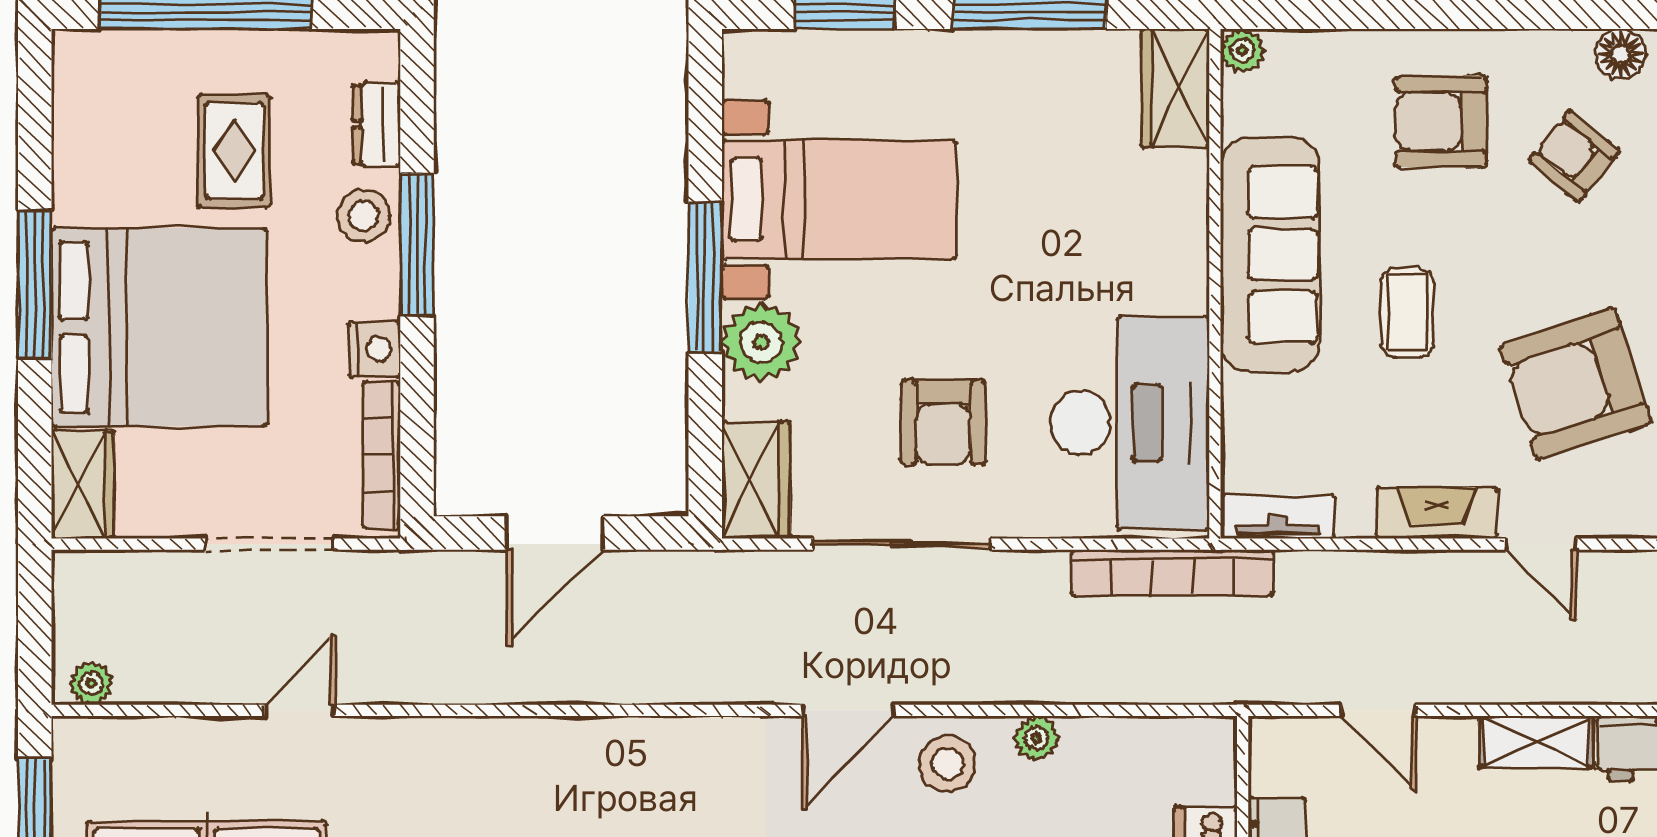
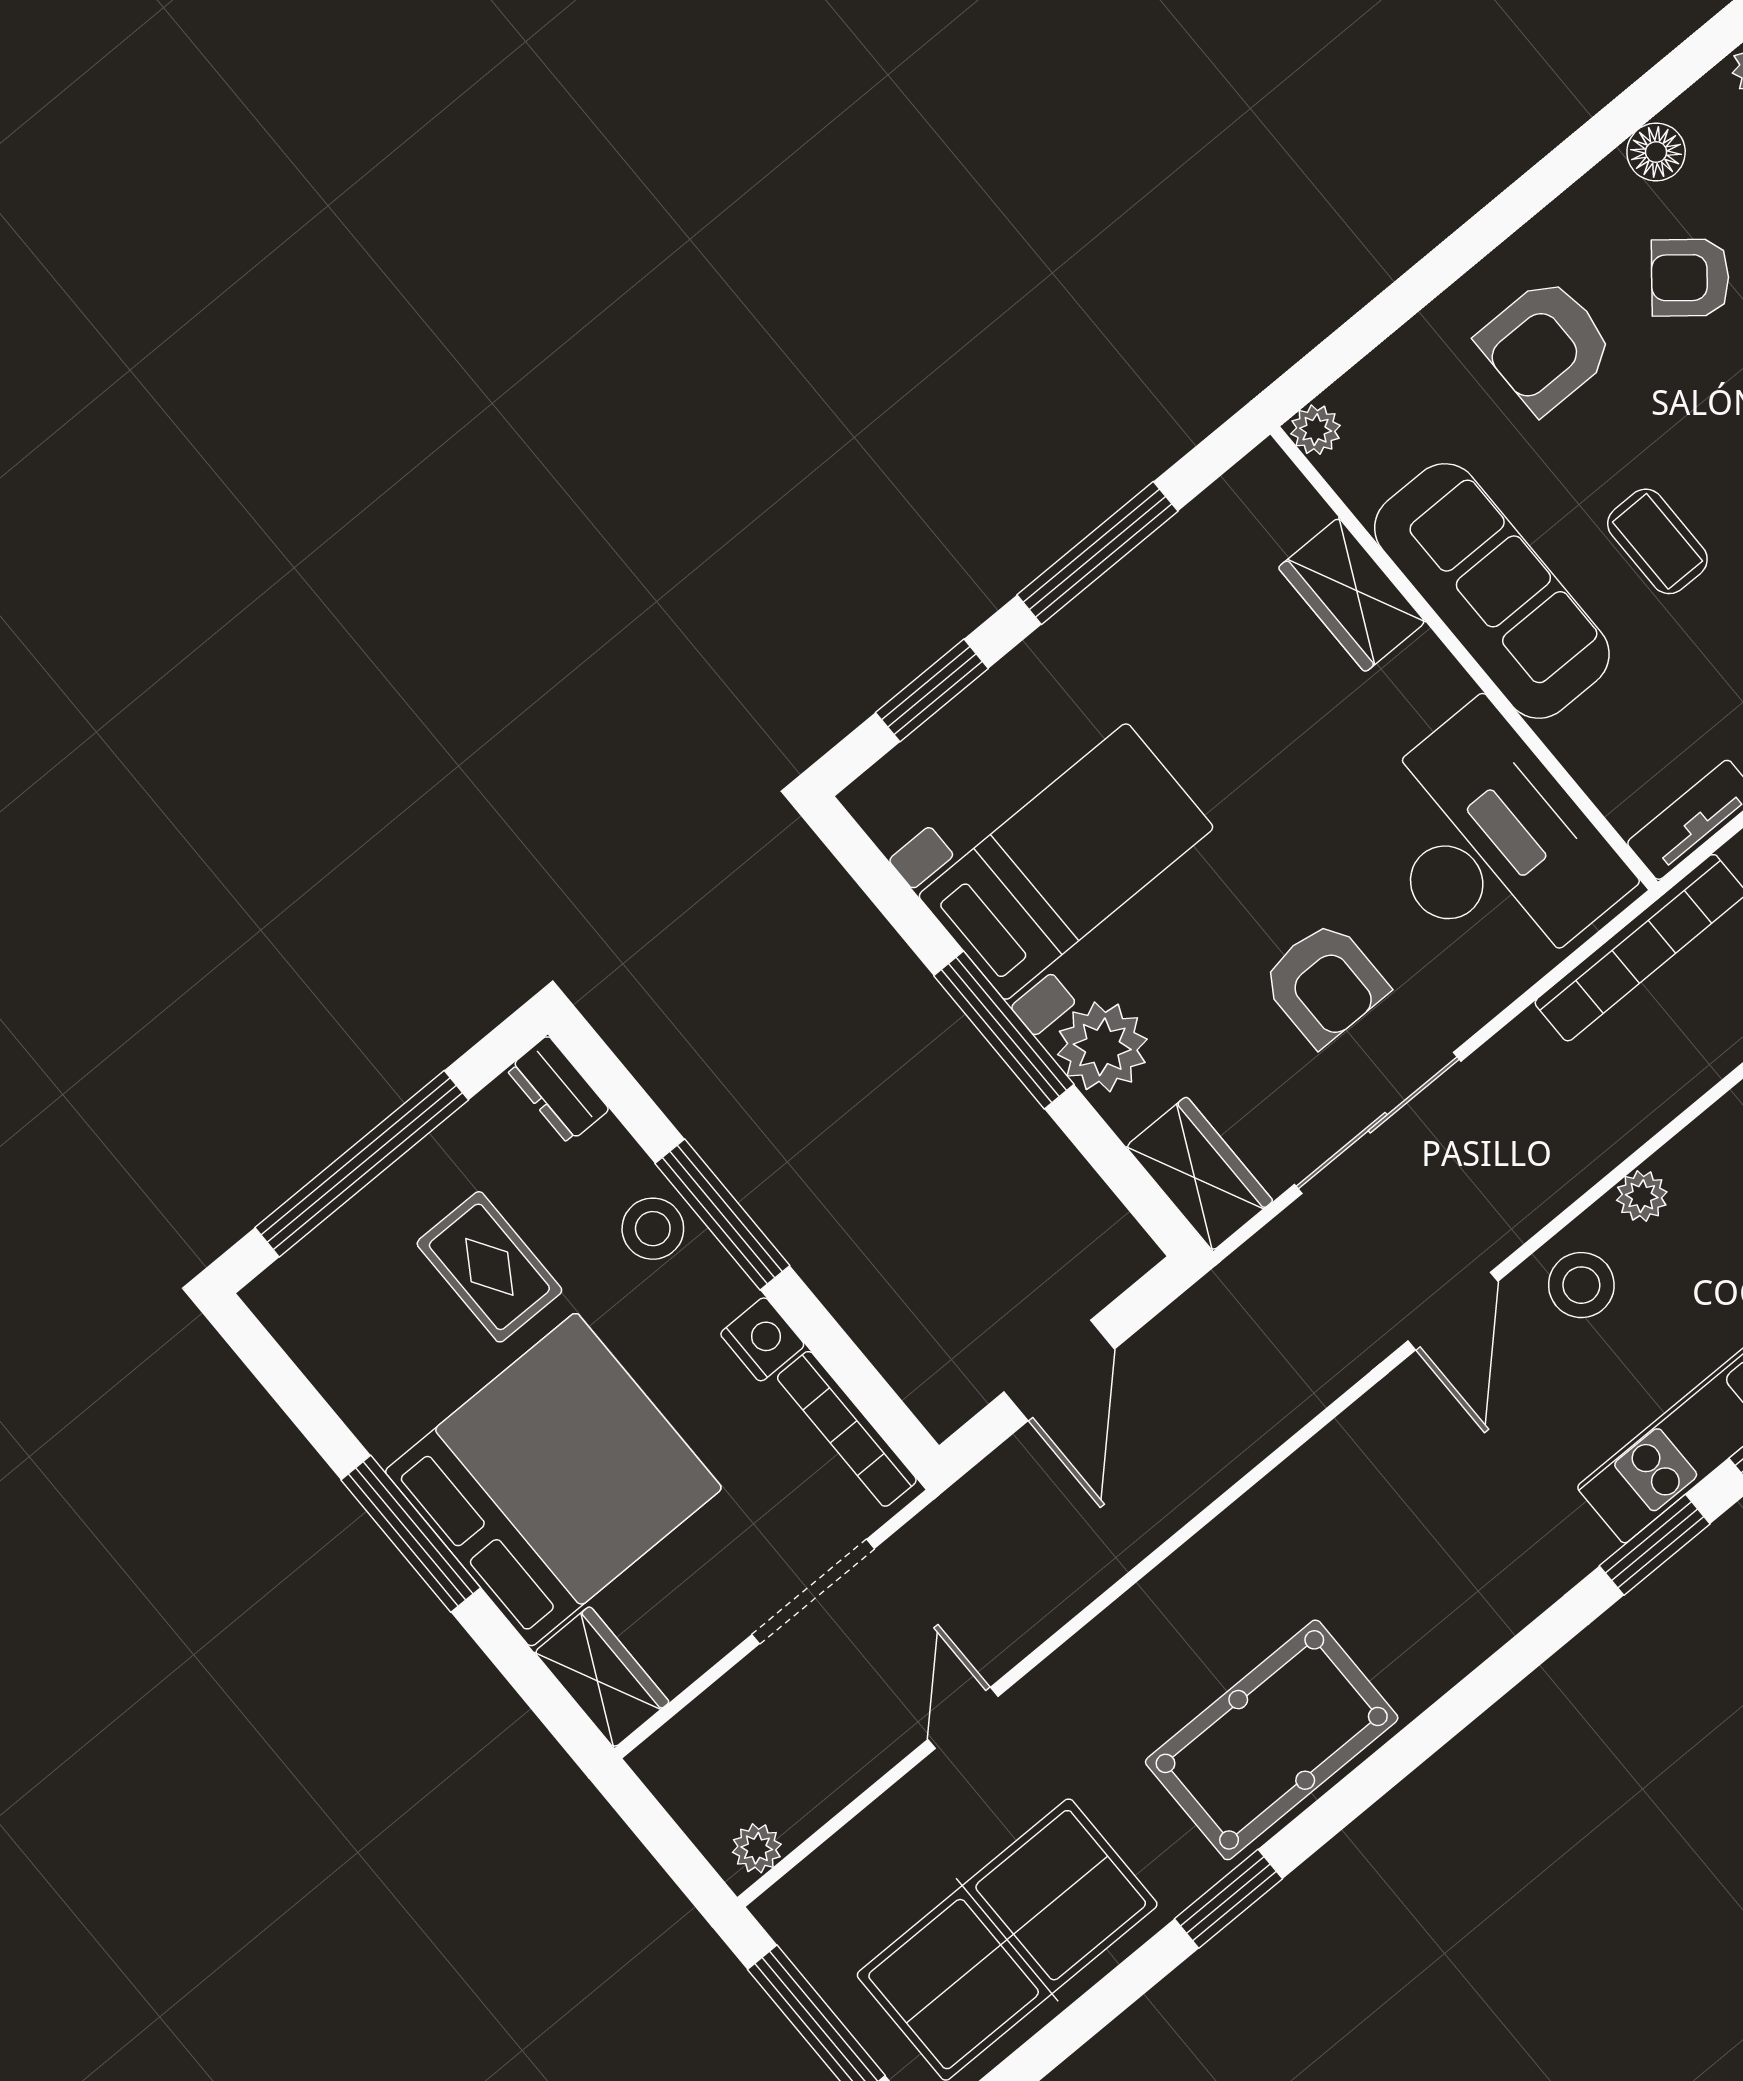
wardrobe: (1175, 88) -> (1352, 595), moved
dresser: (377, 124) -> (558, 1090), moved

